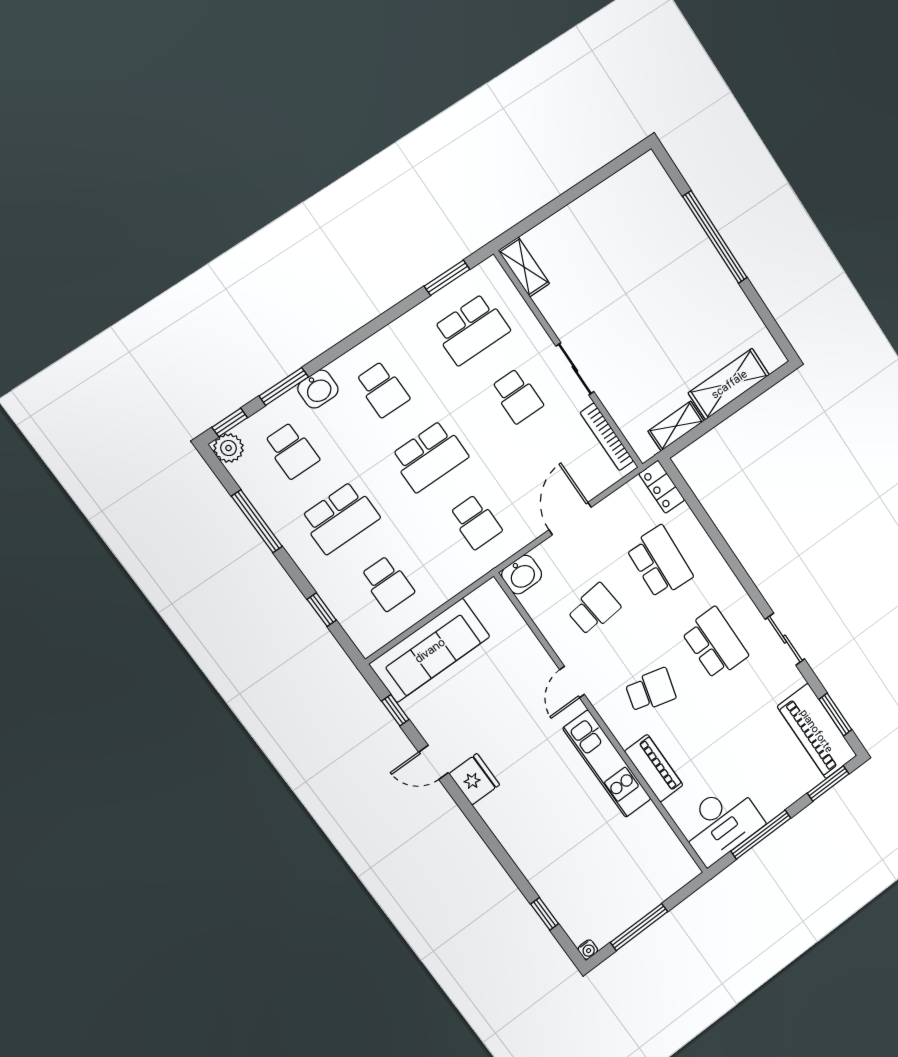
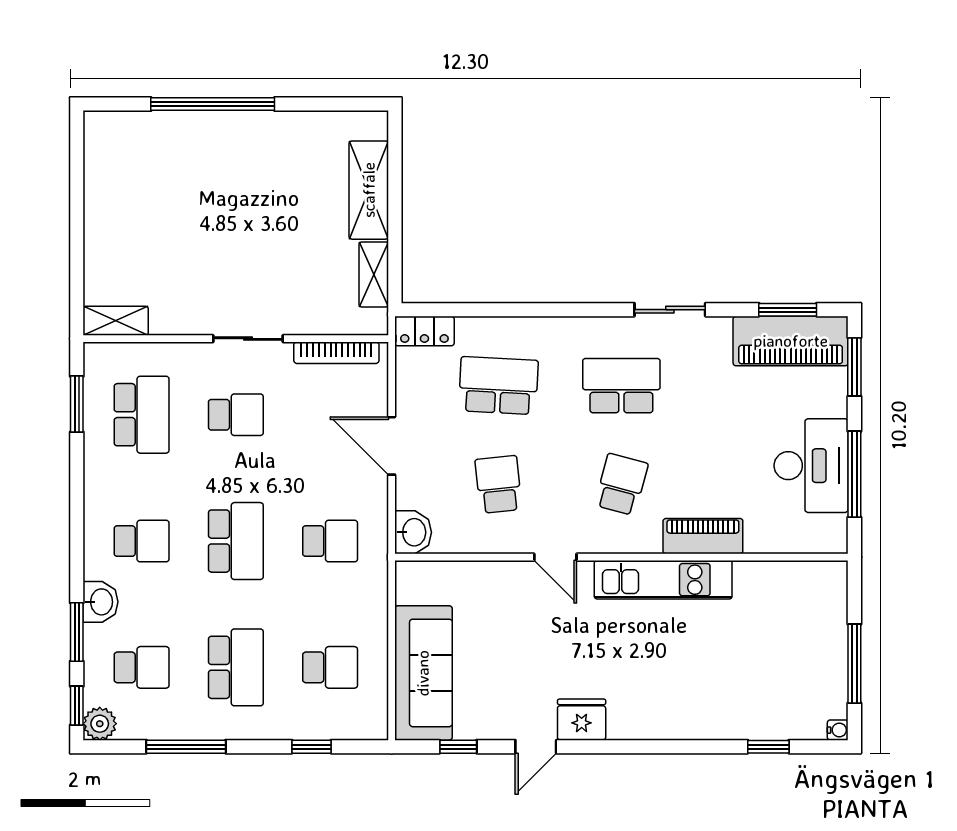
desk: (721, 823) -> (811, 466), moved

